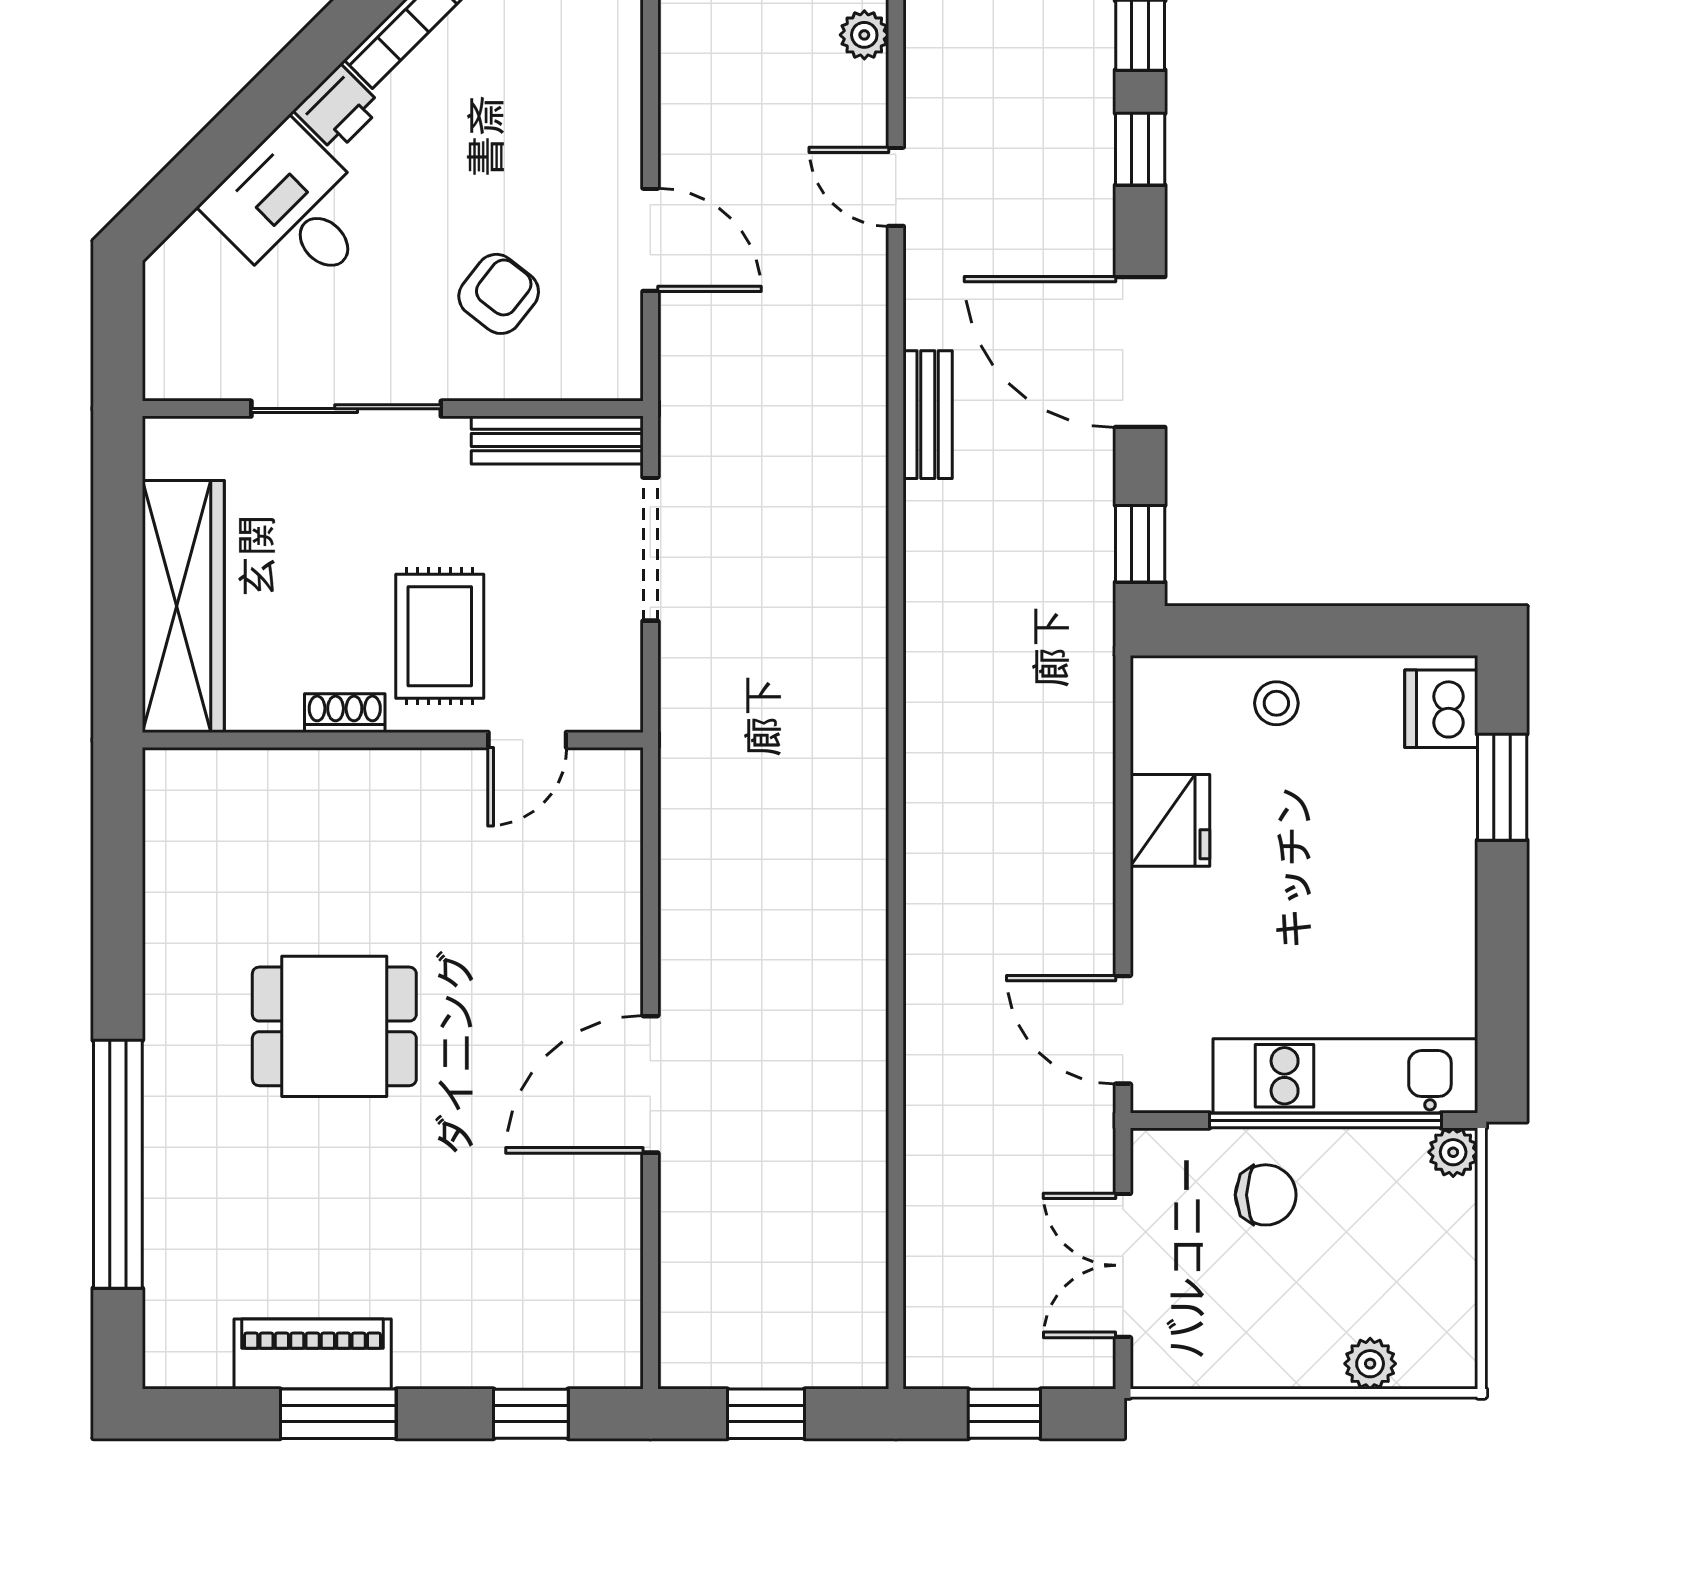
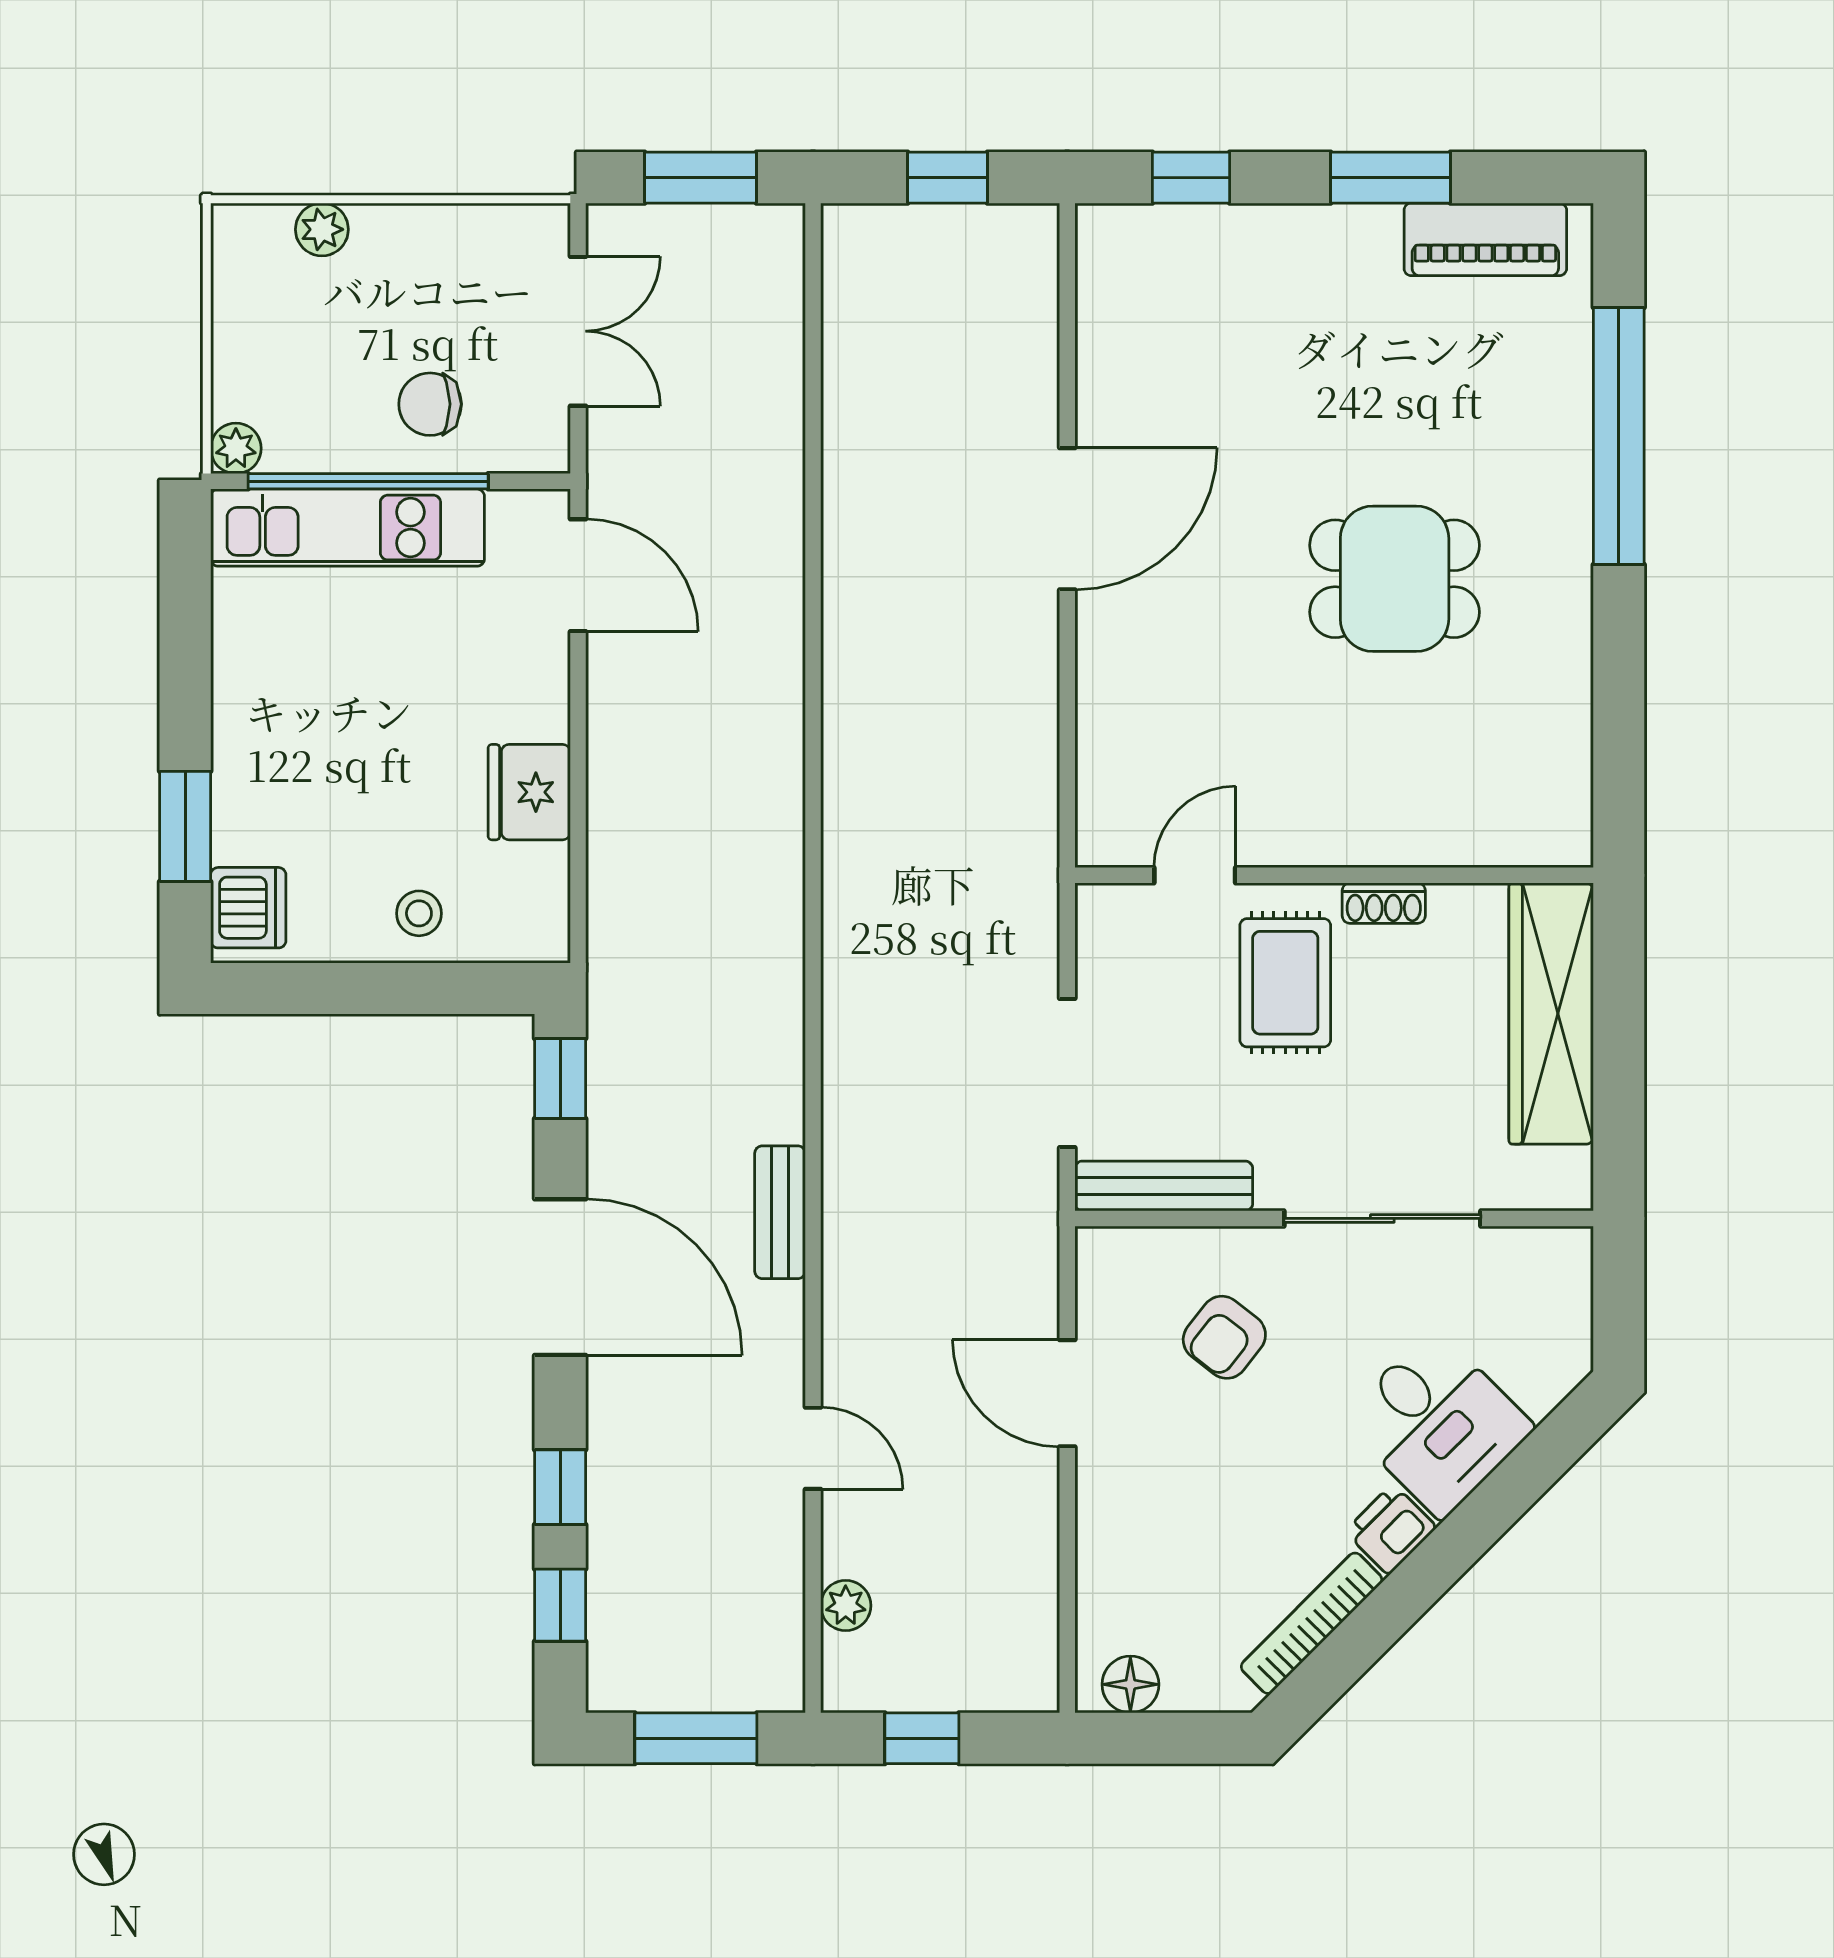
piano: (313, 1354) -> (1485, 239), moved
window: (1004, 1414) -> (701, 178), width x1.50

